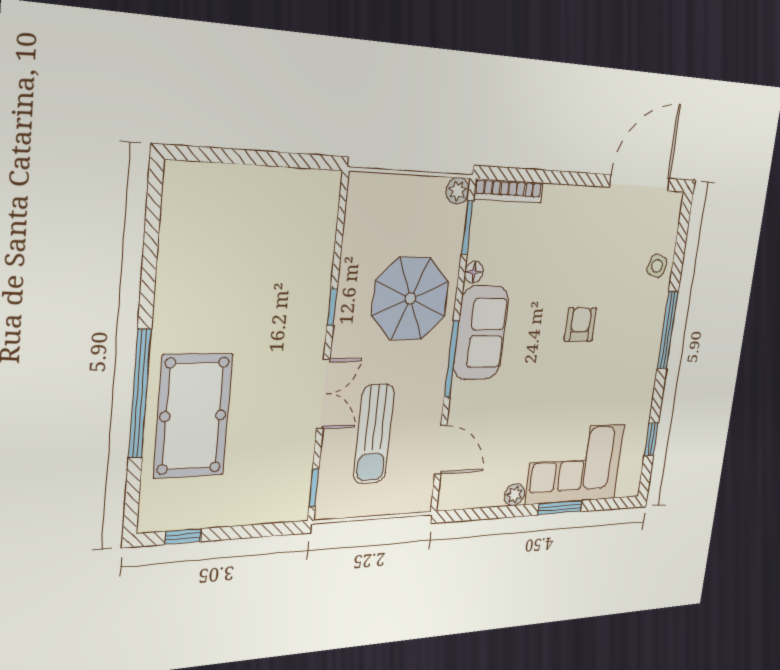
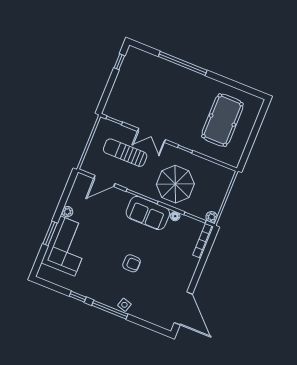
side table: (657, 266) -> (124, 305), moved
pool table: (193, 416) -> (222, 120), moved, turned 90
window: (651, 439) -> (78, 297), moved

